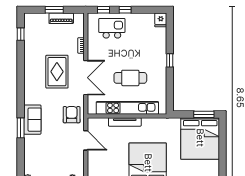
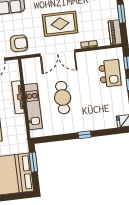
piano: (61, 18) -> (115, 32), moved
kitchen unit: (127, 108) -> (33, 106), width x0.73
window: (204, 114) -> (33, 162), moved

